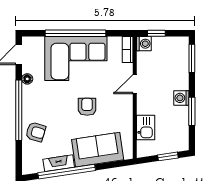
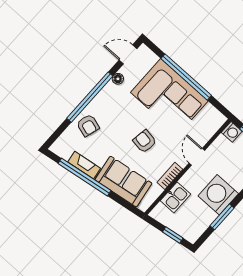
bookcase: (128, 50) -> (170, 176), moved
door: (135, 84) -> (197, 157), hinge flipped
washing machine: (181, 98) -> (218, 195), width x1.89, depth x1.89
armchair: (87, 107) -> (145, 141), turned -81

